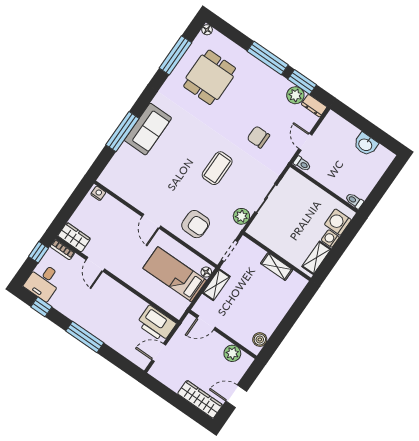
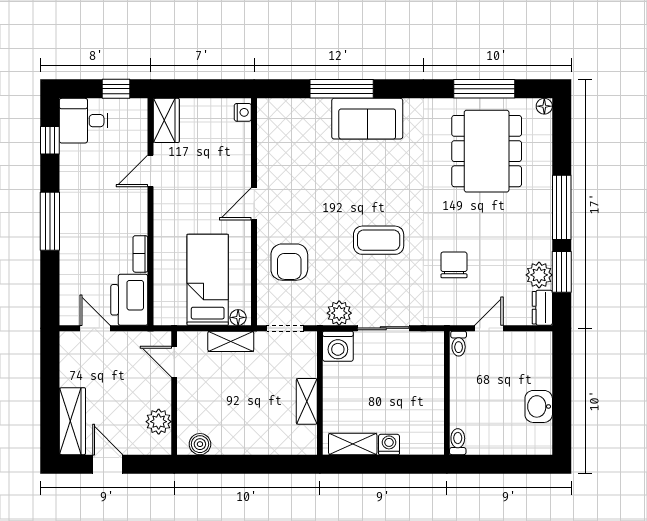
dining table: (210, 77) -> (487, 151), width x1.37
washing machine: (338, 222) -> (338, 346), moved, turned 180
bookcase: (62, 250) -> (140, 254), moved

